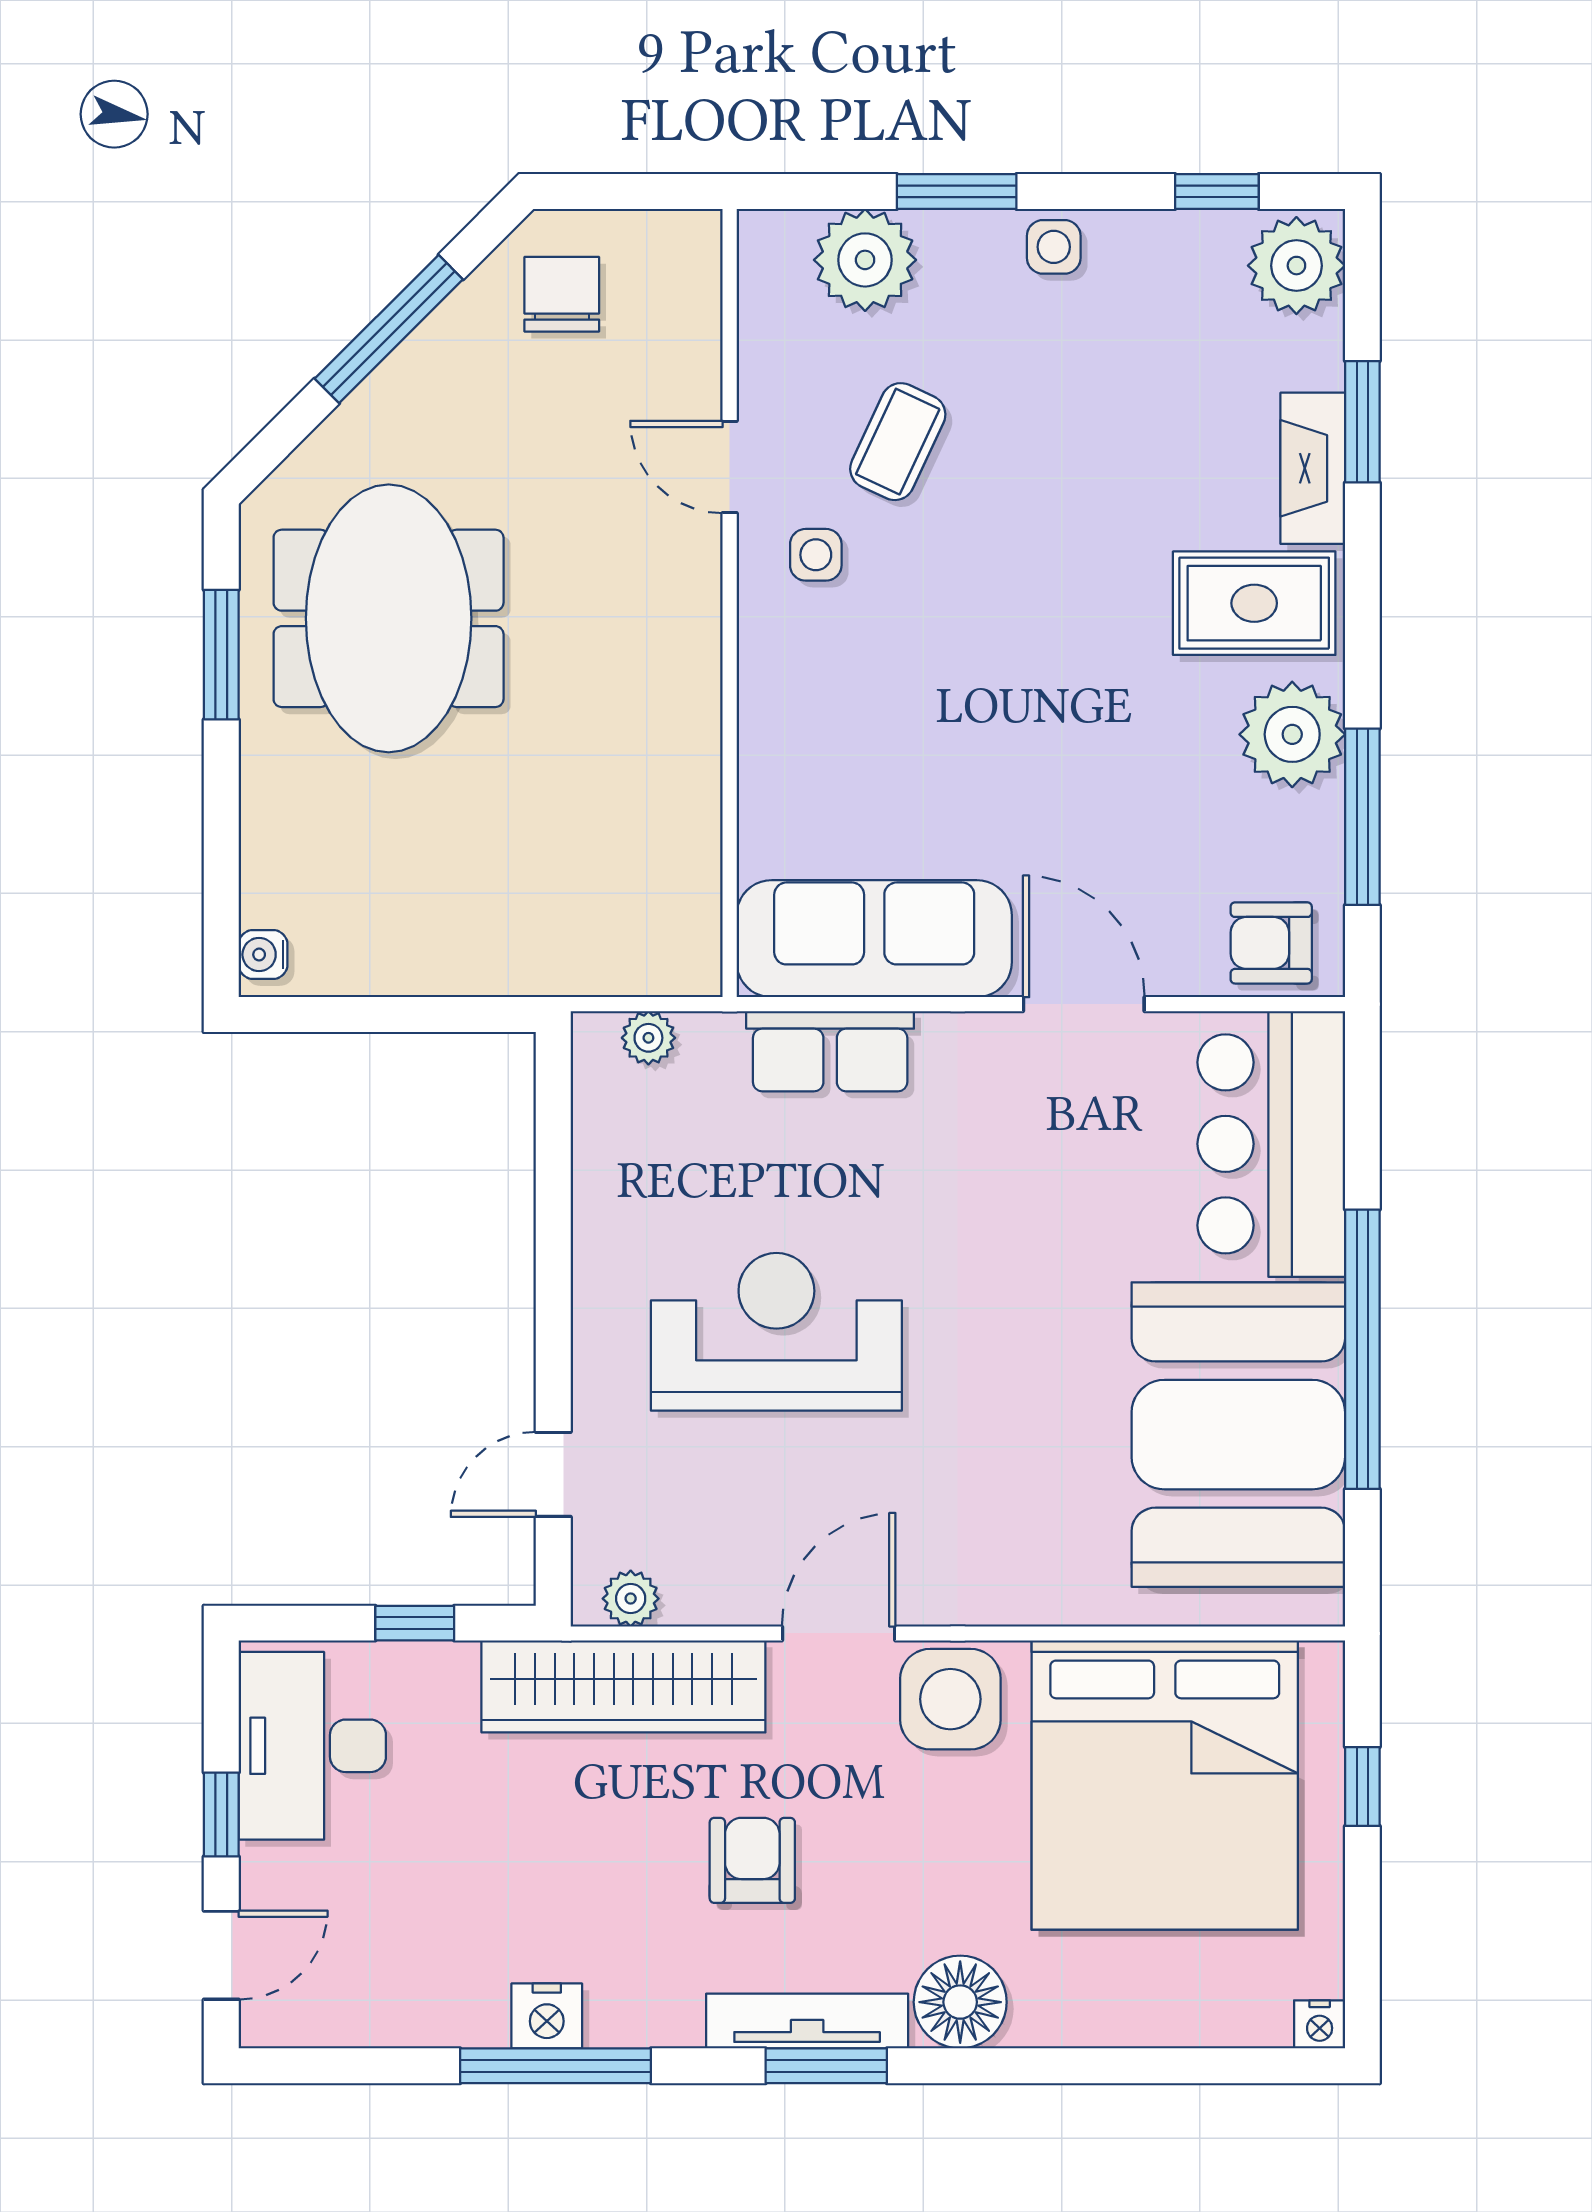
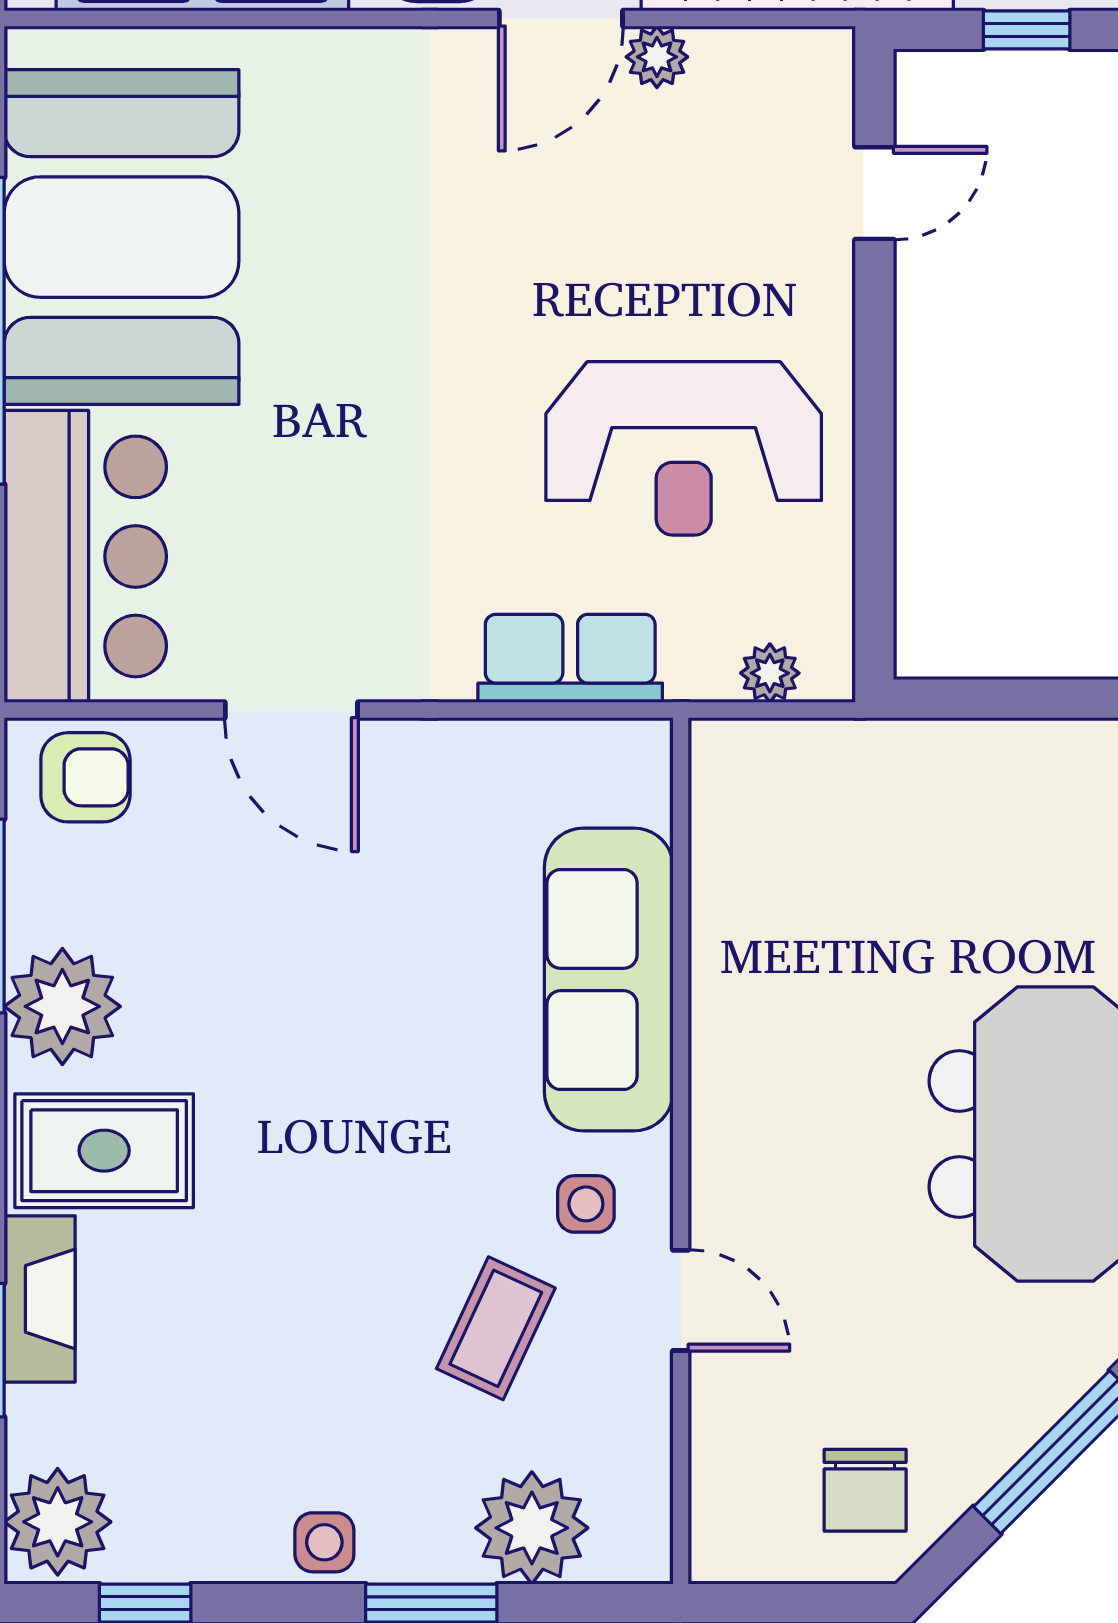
sofa: (874, 939) -> (609, 980), moved, turned 90
reception desk: (776, 1332) -> (684, 448), moved
plant: (631, 1599) -> (657, 57), moved

